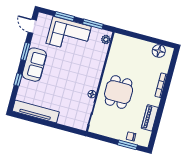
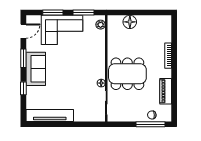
door: (32, 26) -> (23, 31), swing flipped
floor lamp: (159, 51) -> (130, 22), moved
dining table: (119, 92) -> (127, 74), width x1.38
window: (127, 145) -> (150, 124), width x1.44

